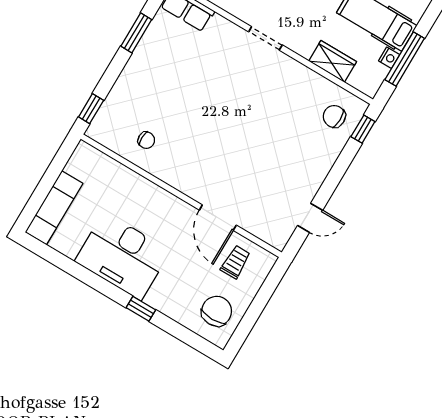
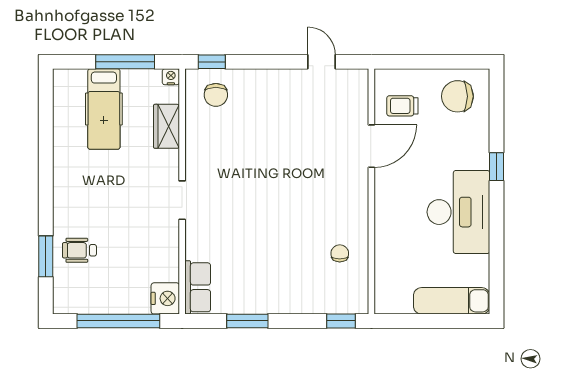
nightstand: (389, 58) -> (171, 77), moved

